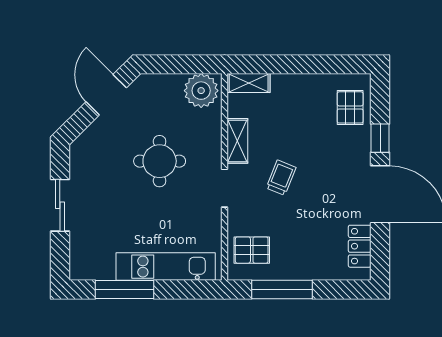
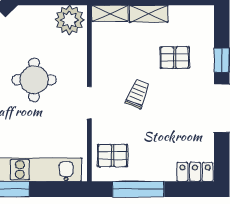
pallet: (350, 107) -> (175, 58), moved, turned 90
shelving: (237, 141) -> (149, 14), moved, turned 90
locker: (360, 246) -> (195, 172), moved, turned 90

